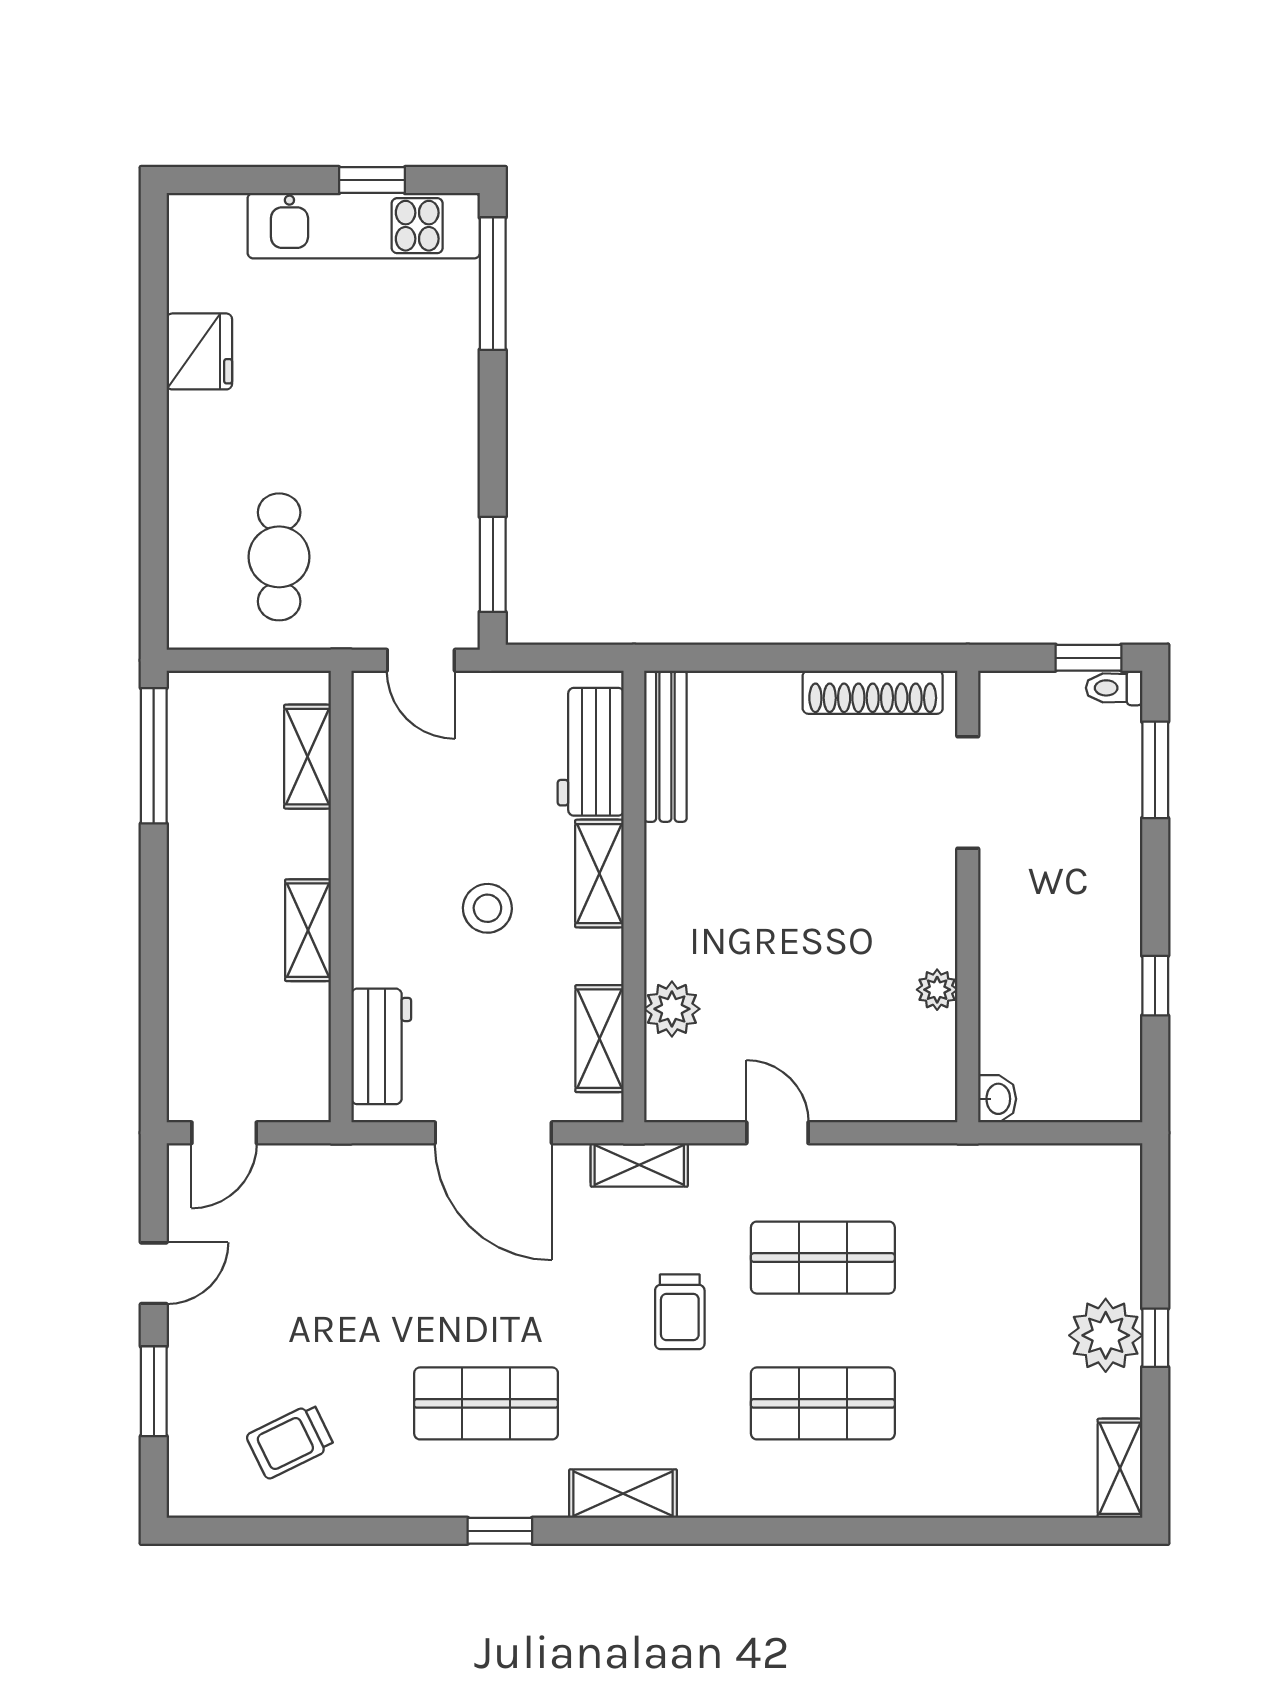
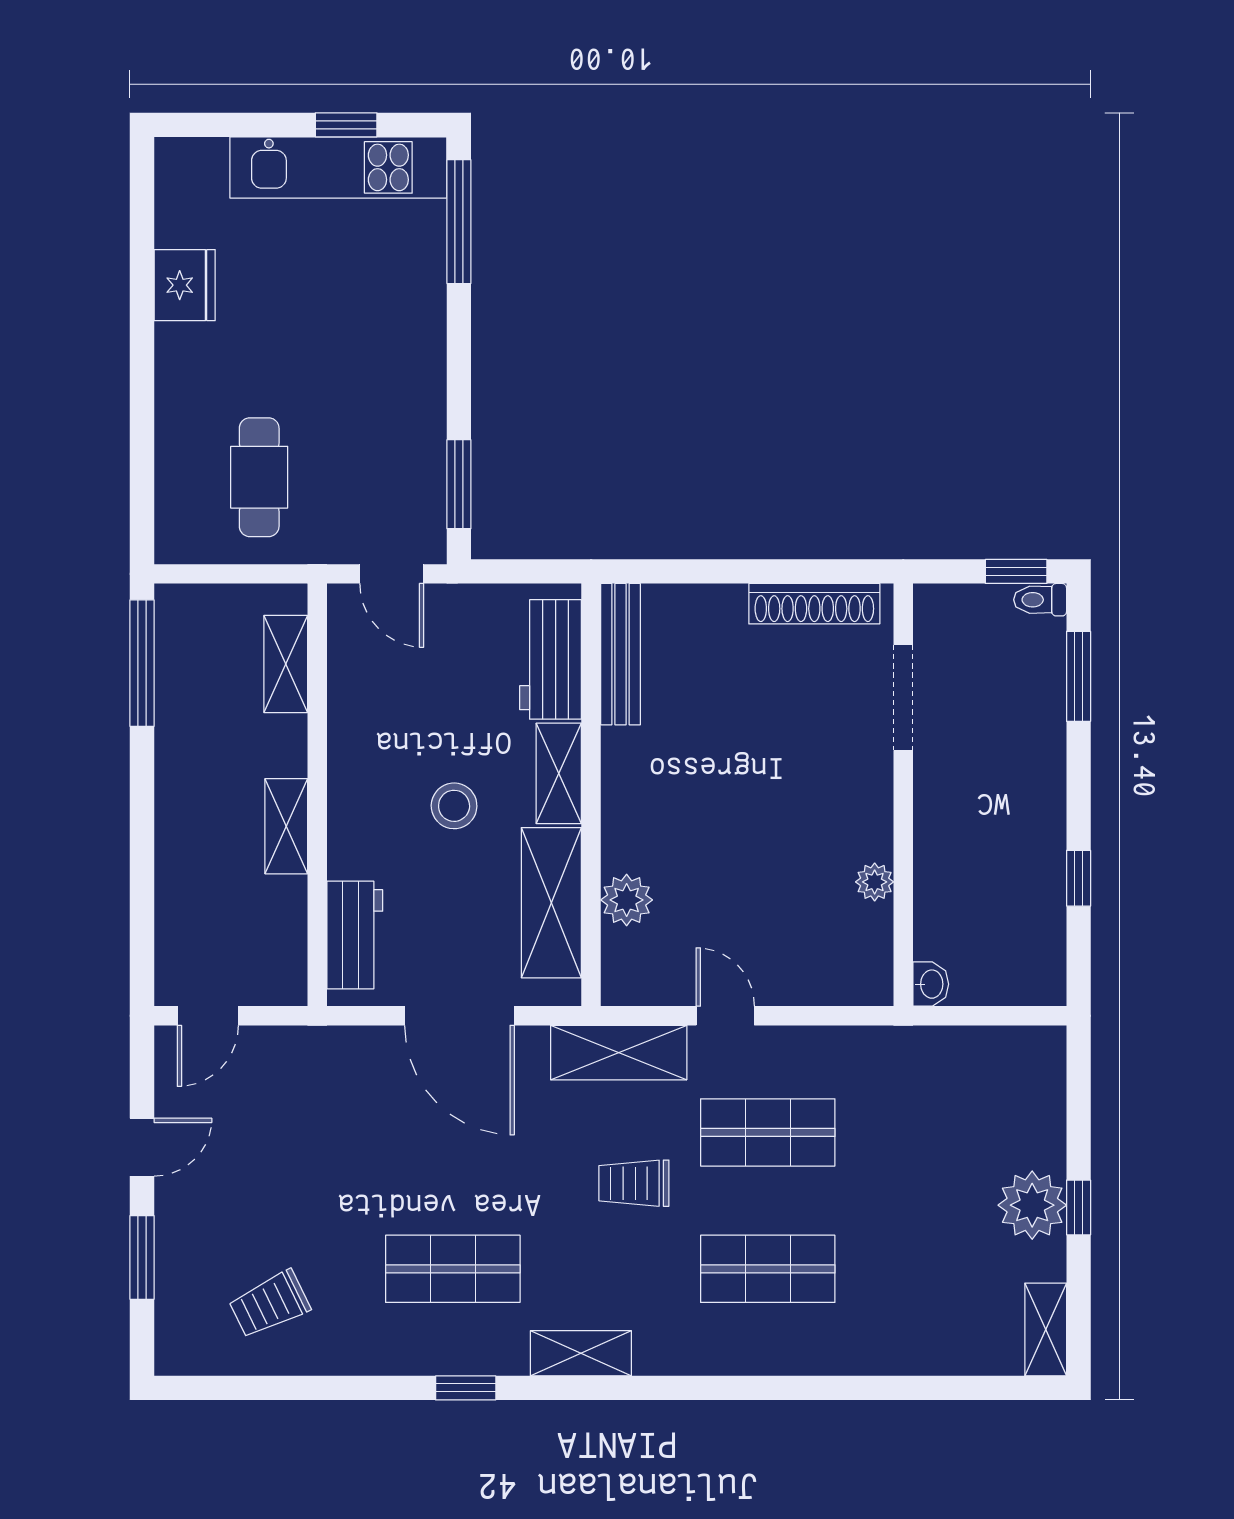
shelving: (600, 1039) -> (551, 903), width x1.50, depth x1.33
shelving: (639, 1165) -> (619, 1053), width x1.50, depth x1.33
trolley: (680, 1312) -> (634, 1183), turned 90

